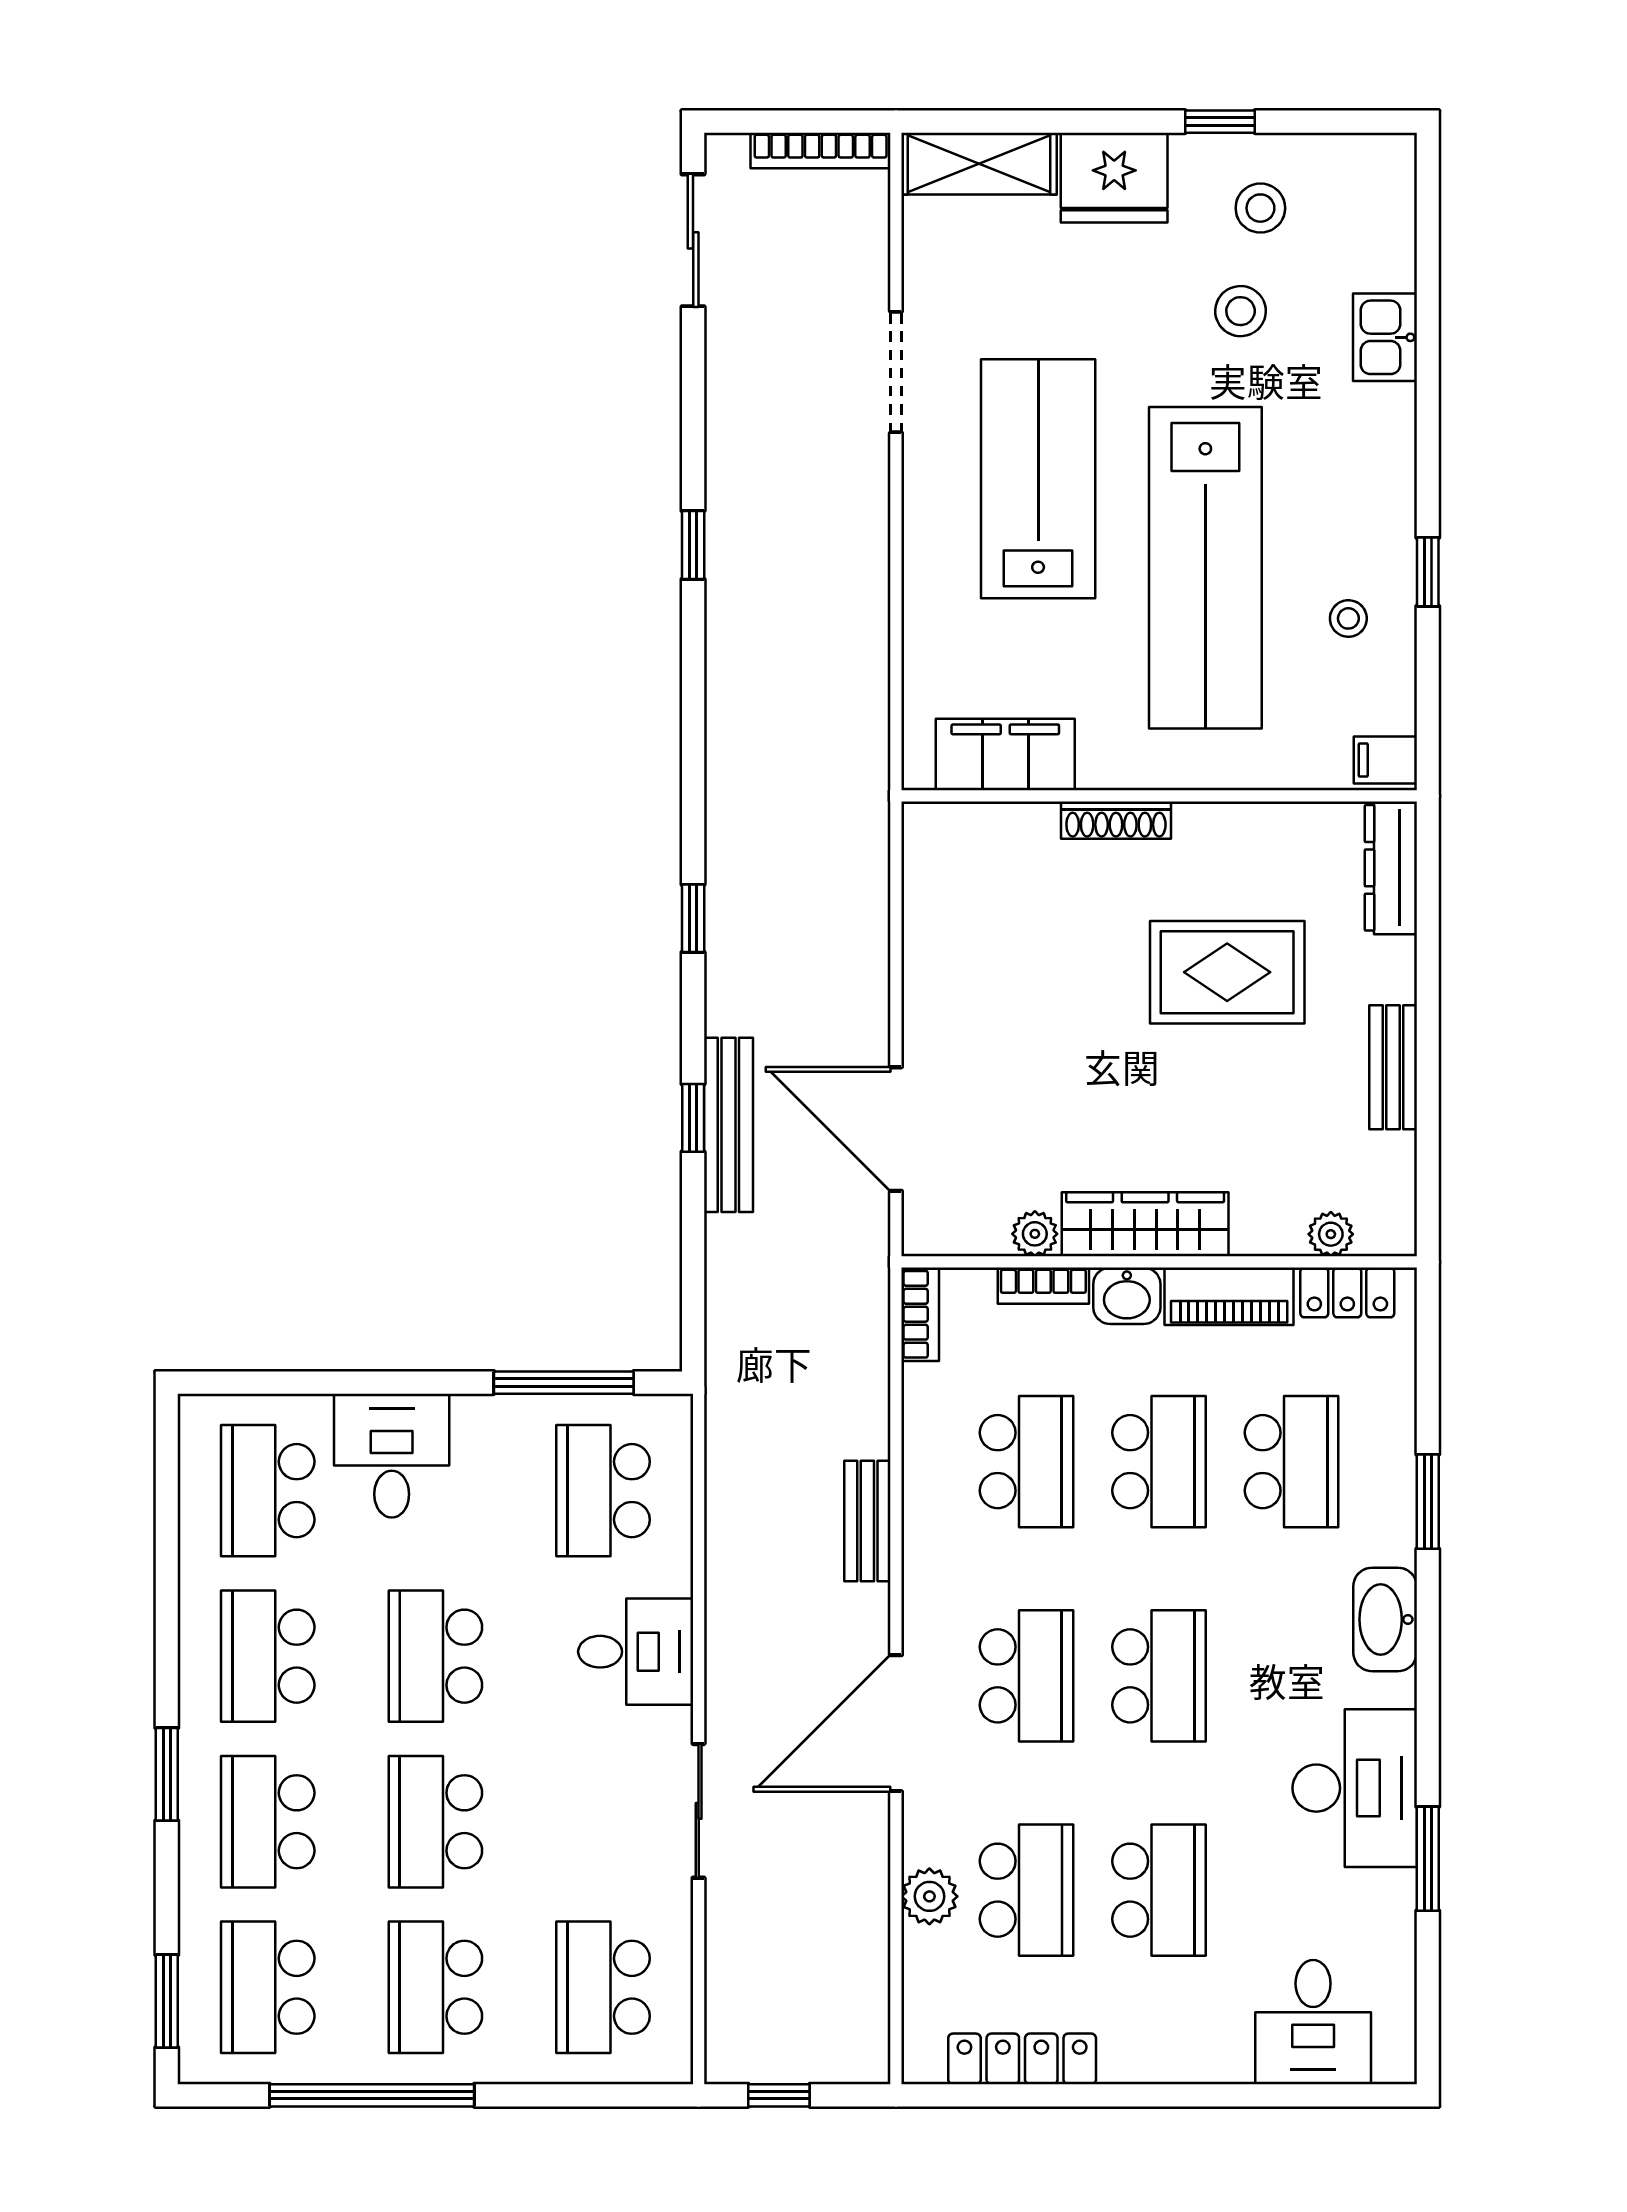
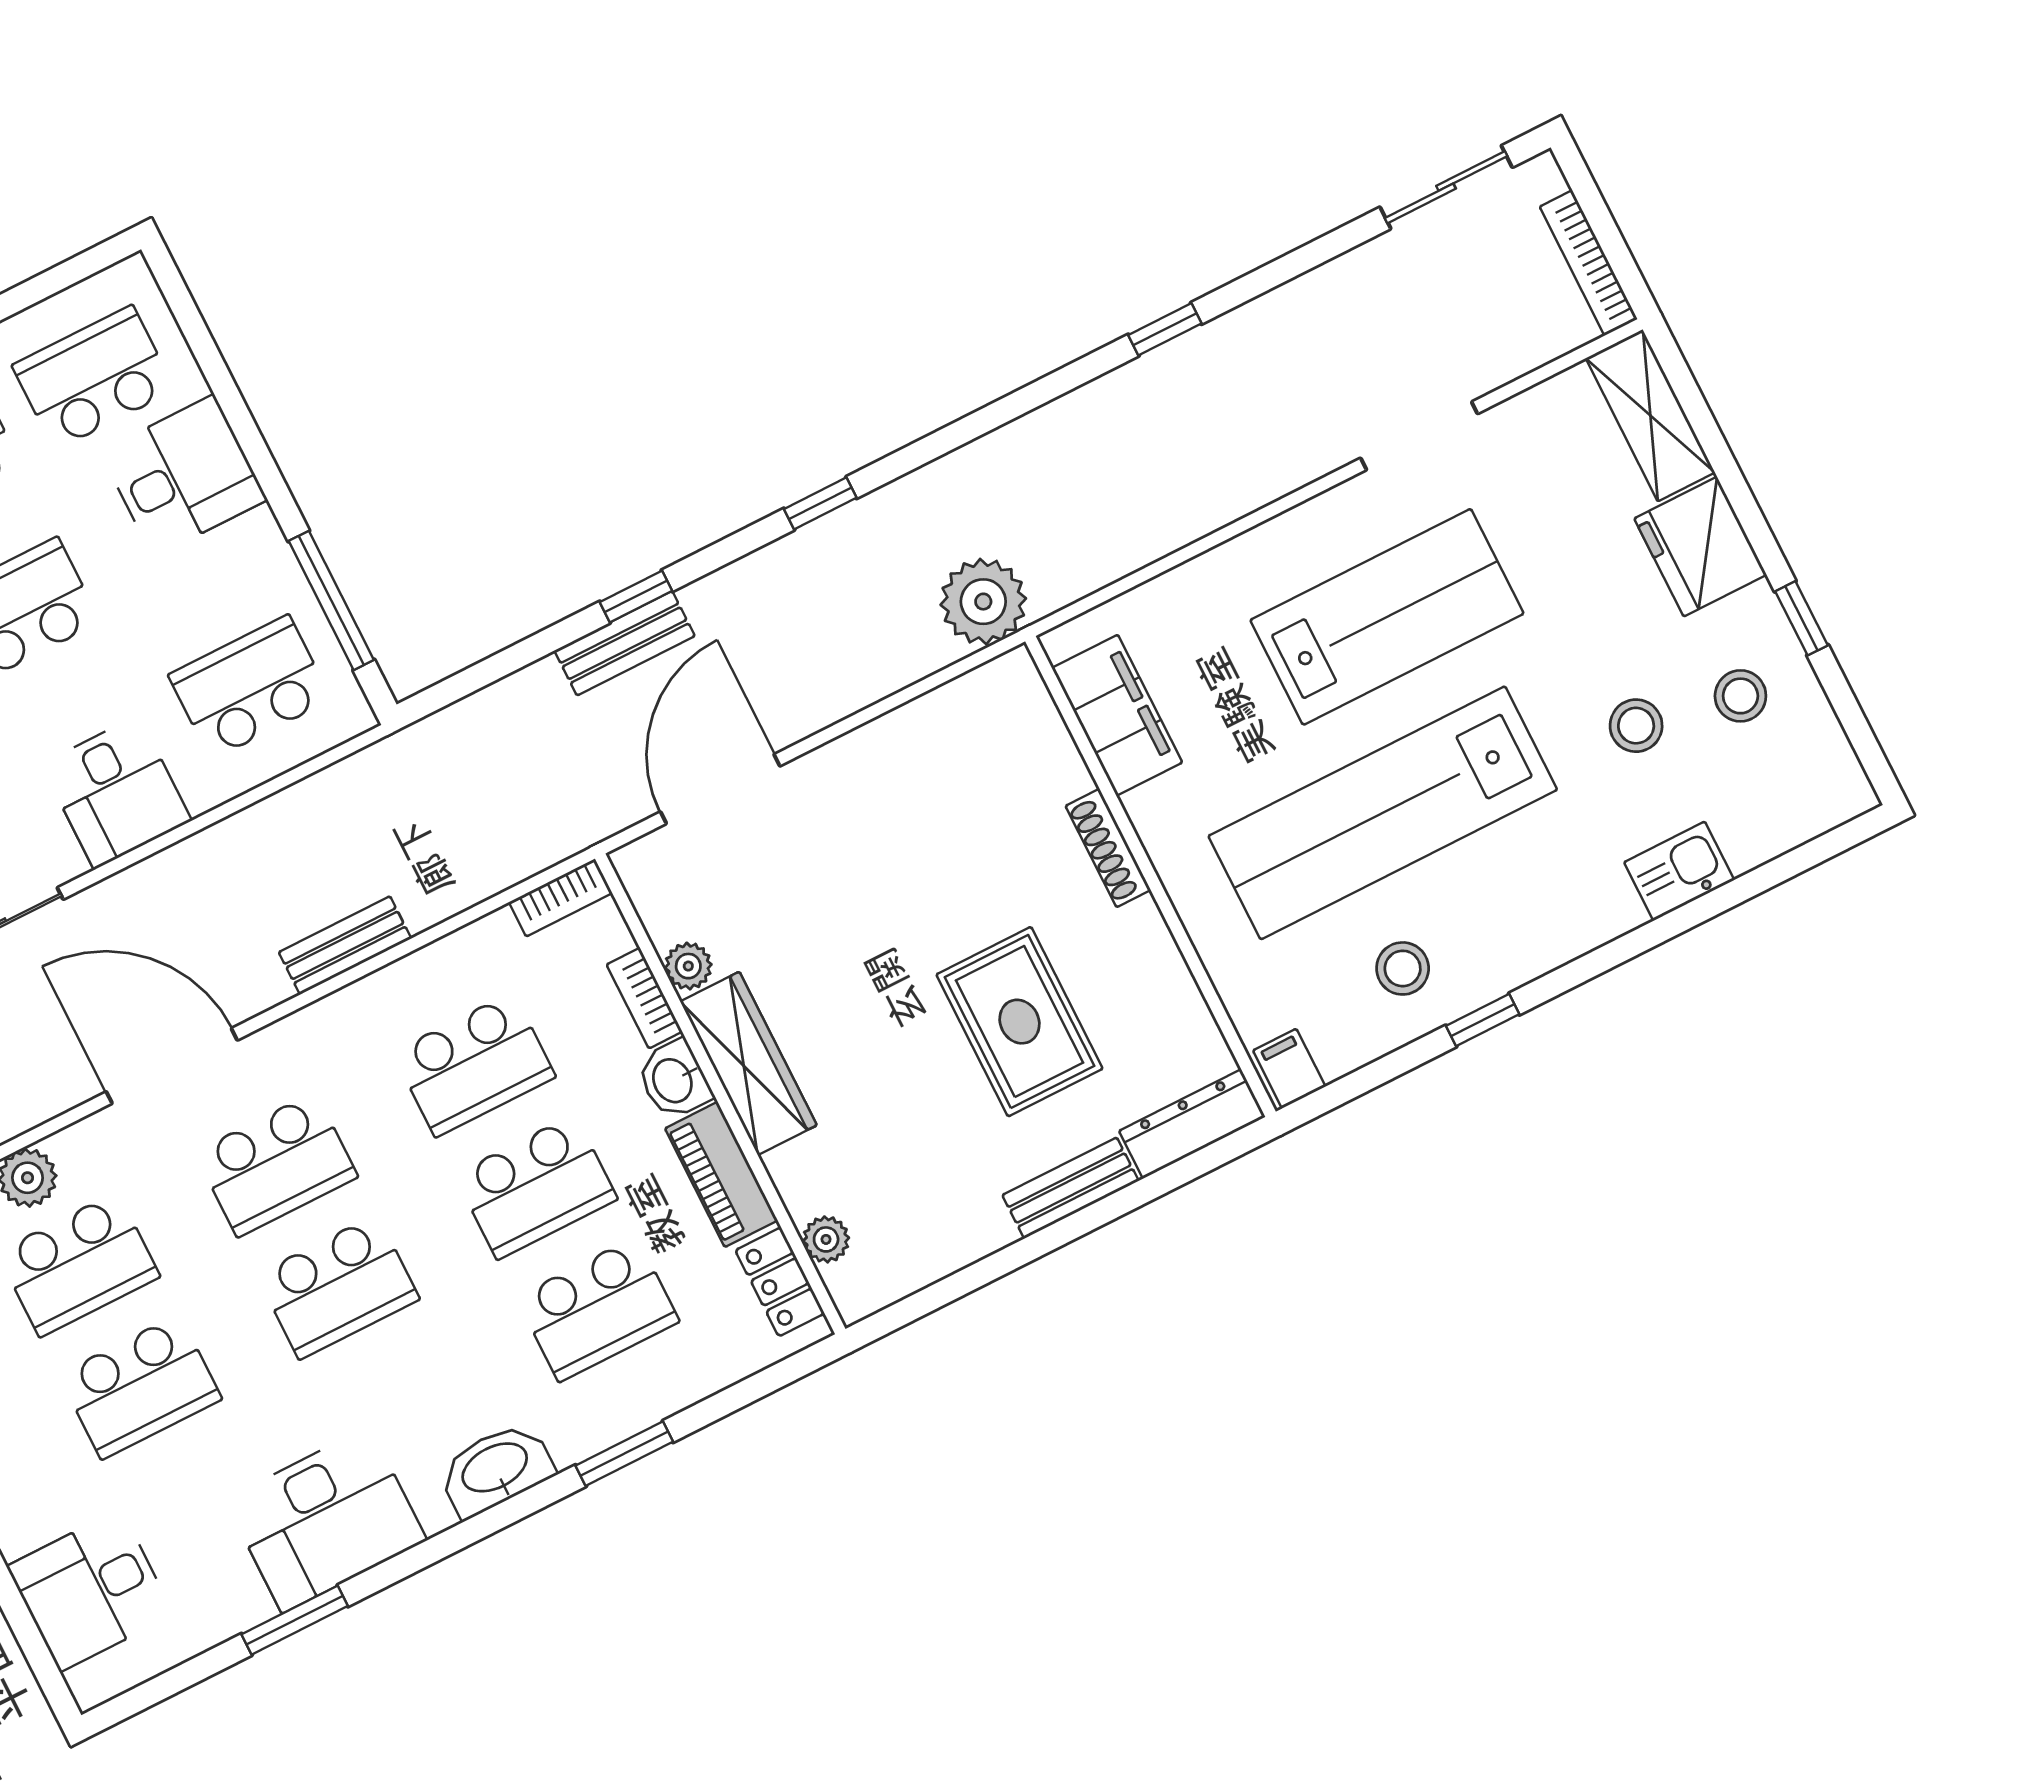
stool: (1348, 618) -> (1403, 968), width x1.37, depth x1.37
plant: (849, 820) -> (983, 602), added
bench: (1393, 1067) -> (1071, 1188), moved
bench: (728, 1125) -> (625, 643), width x0.73

